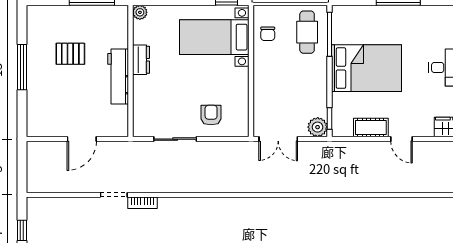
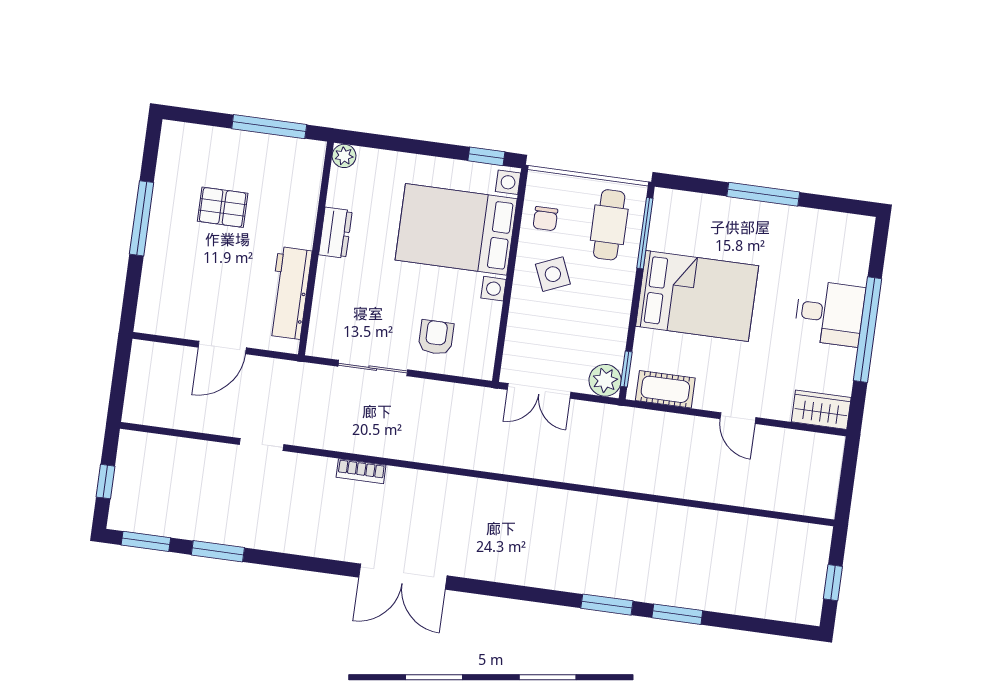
bed with nightstands: (214, 37) -> (456, 229), width x1.36
side table: (277, 67) -> (553, 274), added
workbench: (118, 76) -> (289, 293), moved
cot: (371, 128) -> (665, 389), moved
bookcase: (143, 203) -> (361, 471), moved

